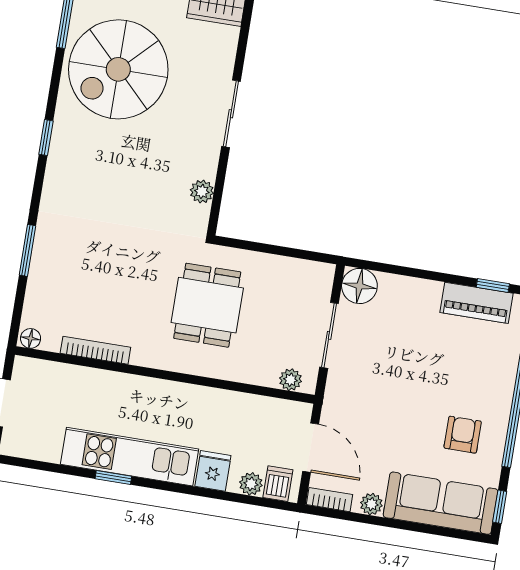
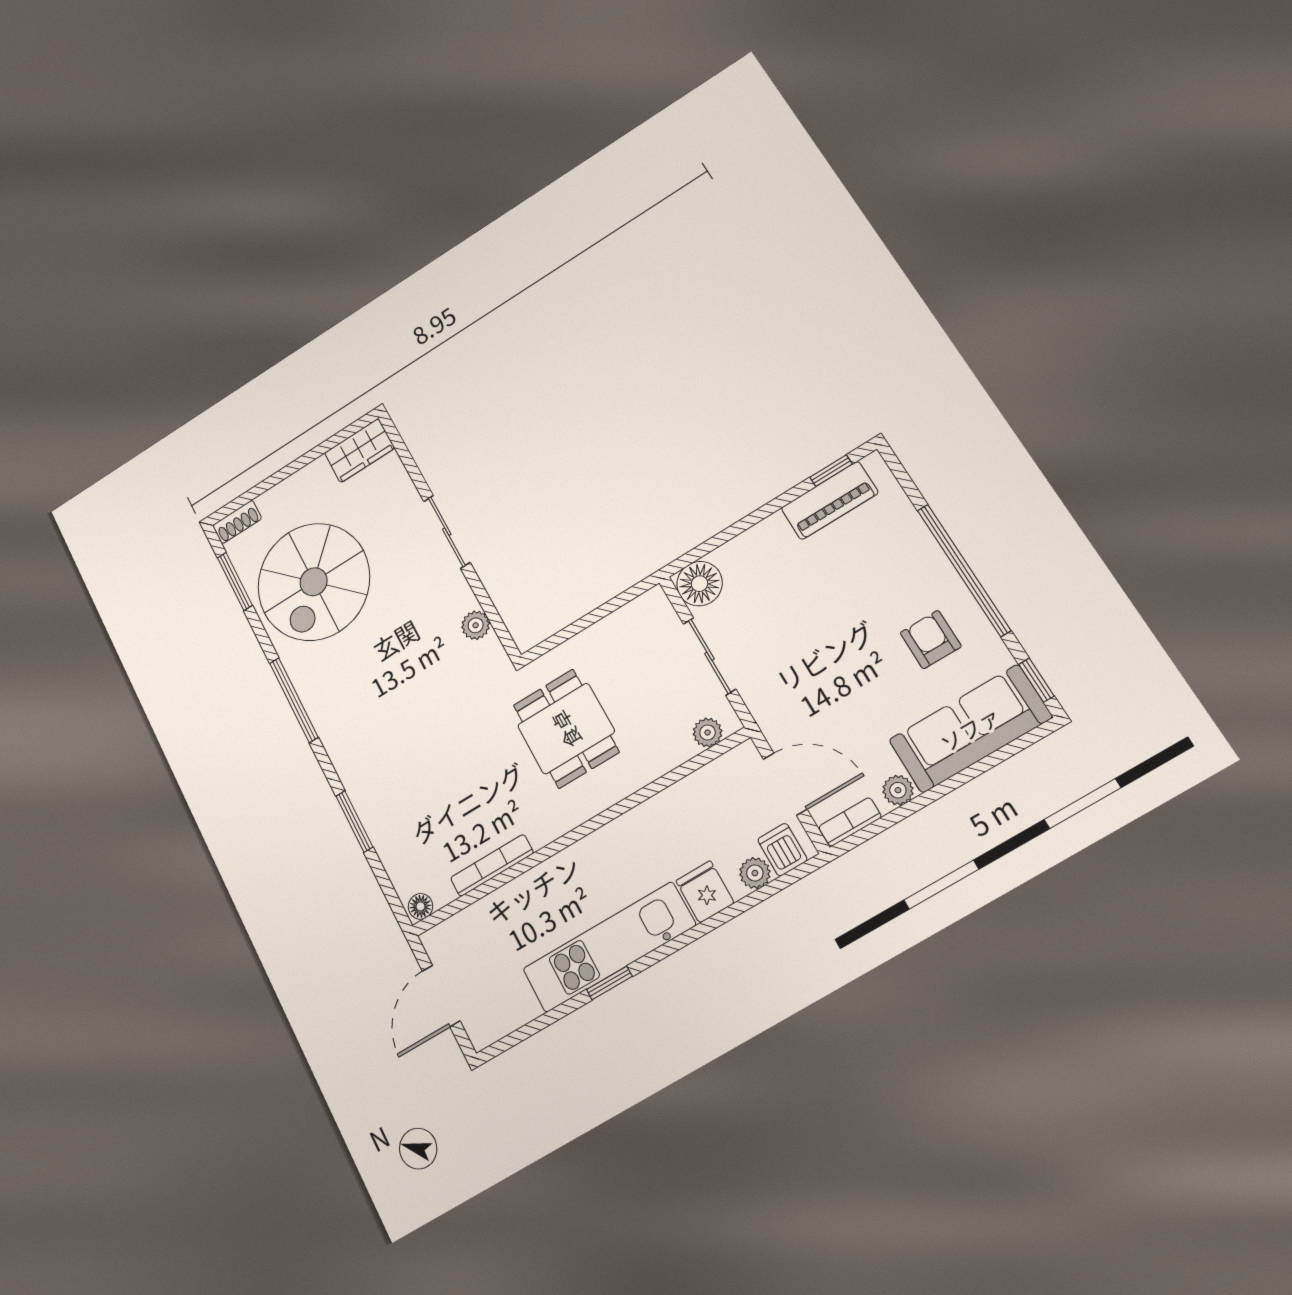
window: (46, 138) -> (294, 700), width x2.17

